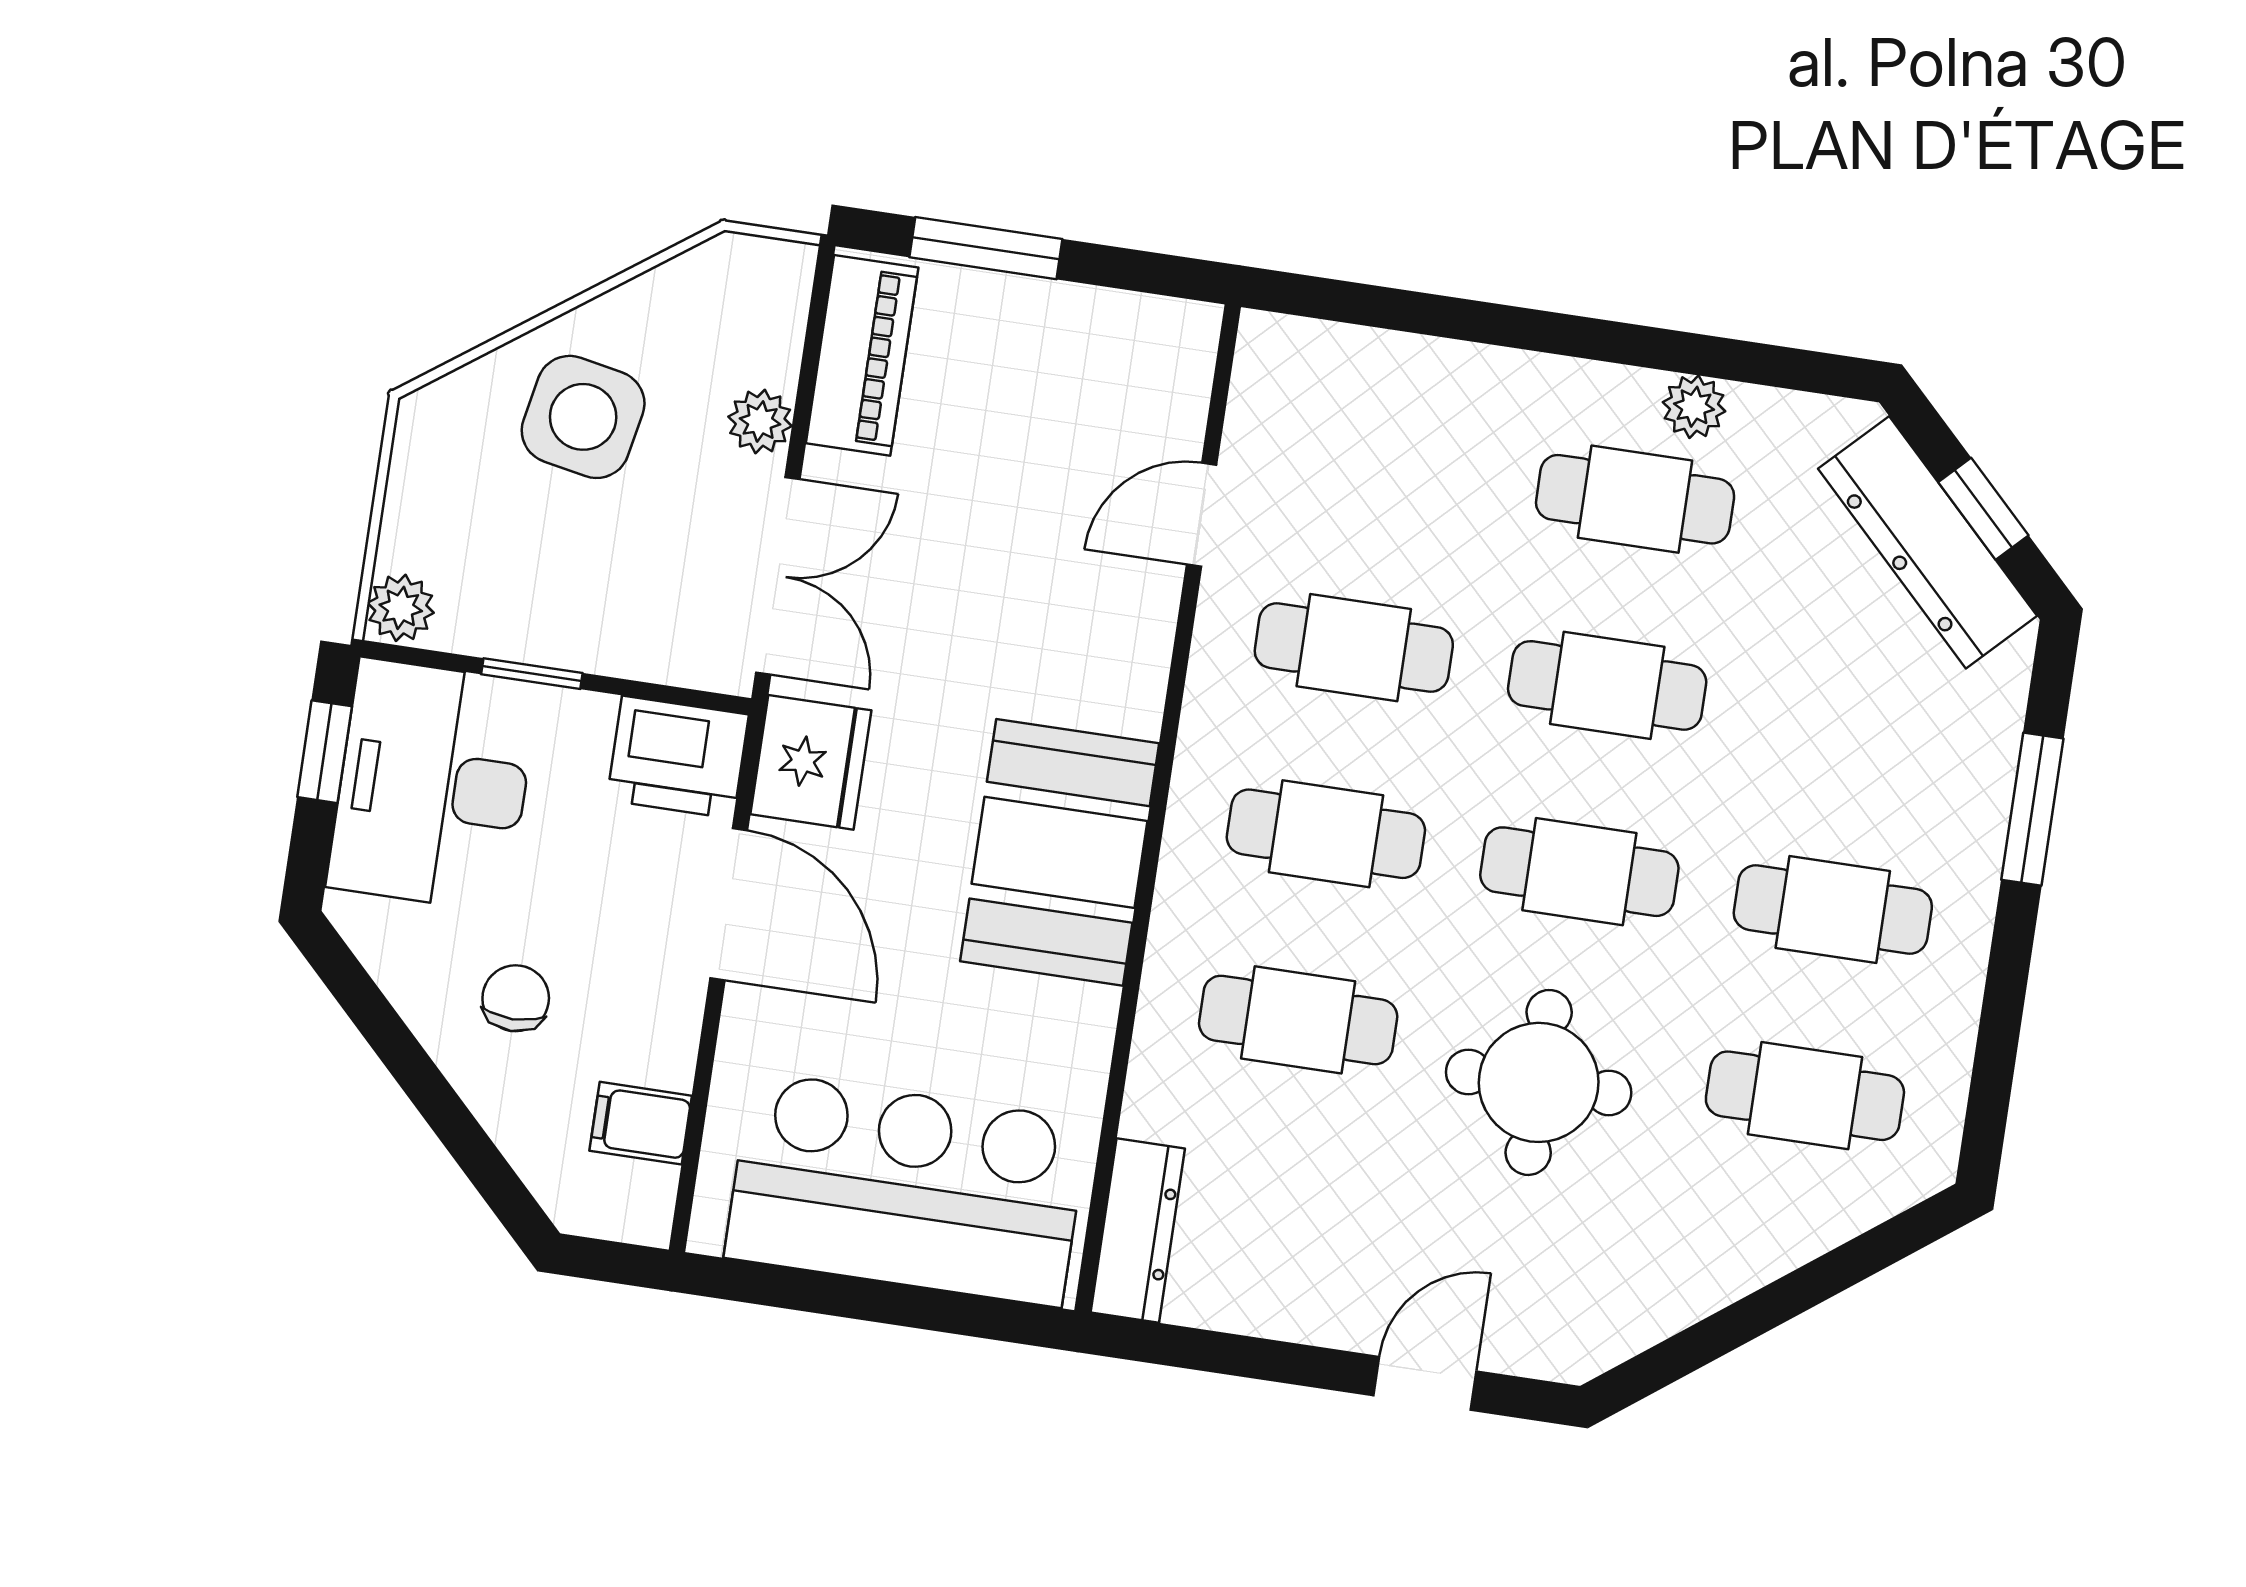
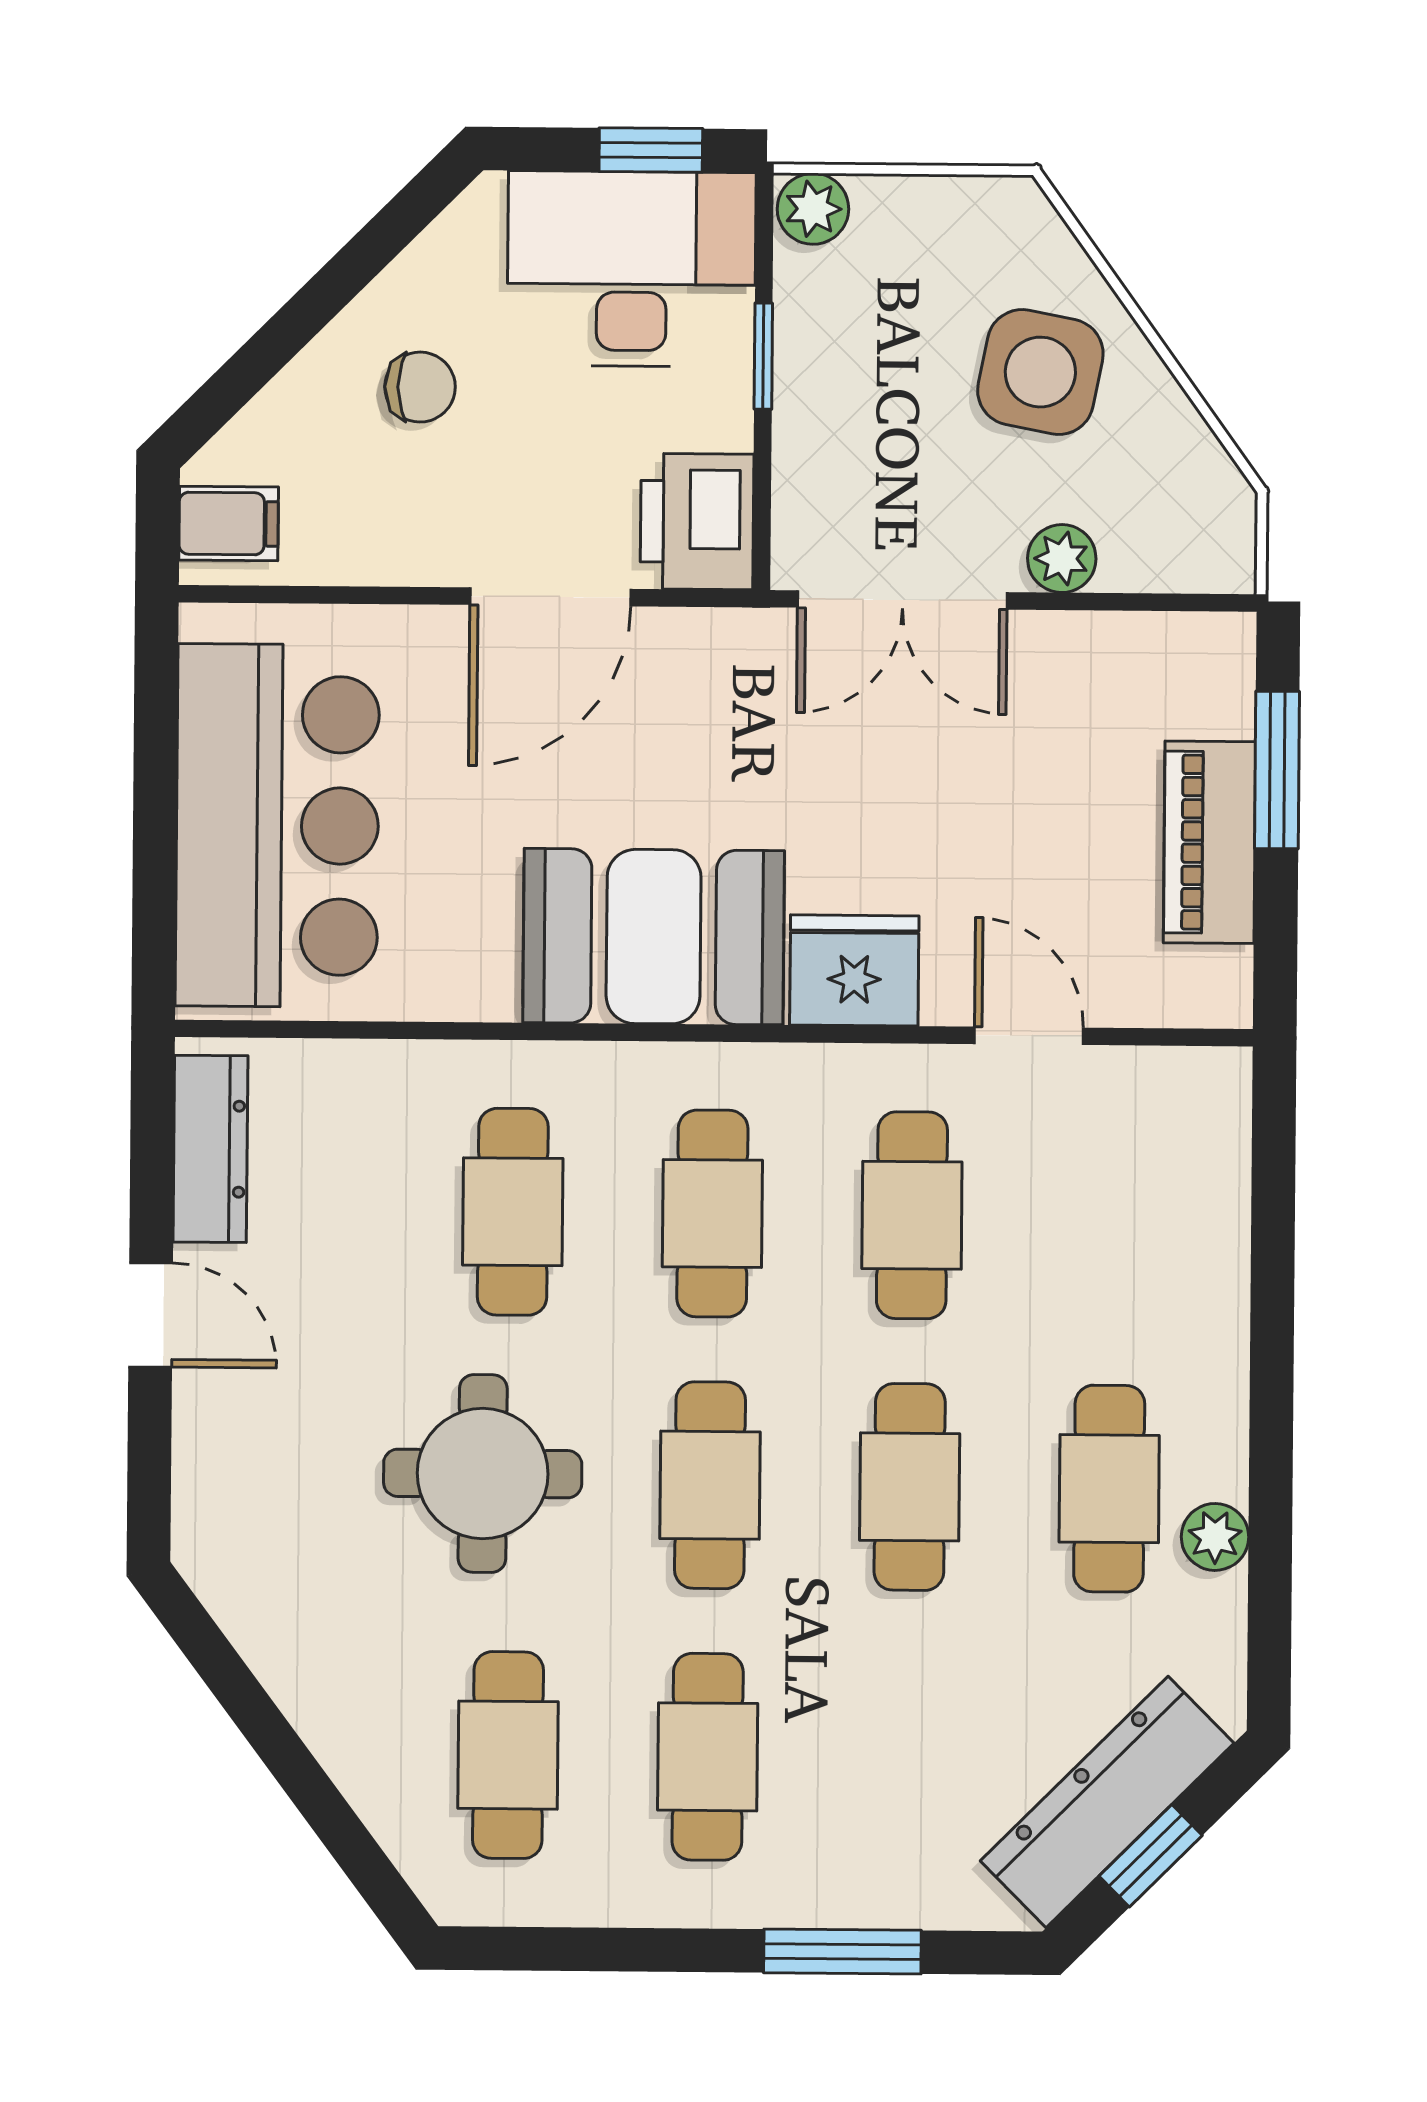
piano: (862, 355) -> (1210, 842), moved, turned 90
fridge: (811, 762) -> (854, 970), moved, turned 180
filing cabinet: (641, 1123) -> (229, 524), moved, turned 90
dresser: (1138, 1231) -> (210, 1149), moved, turned -90
door: (1425, 1383) -> (151, 1315), moved

